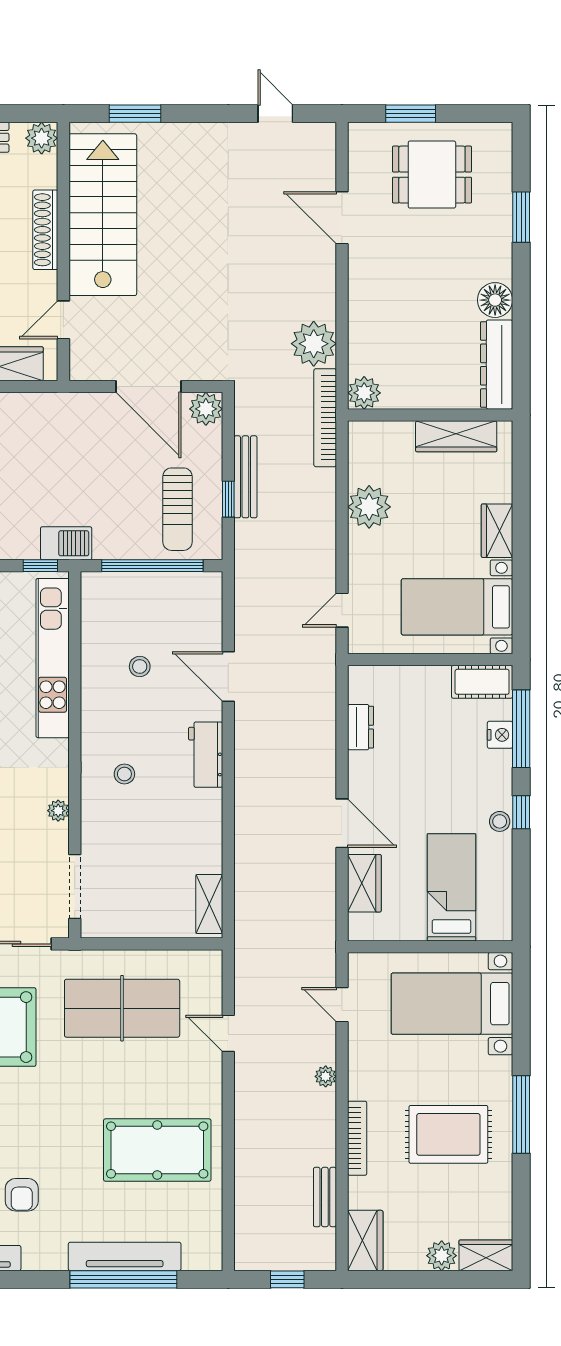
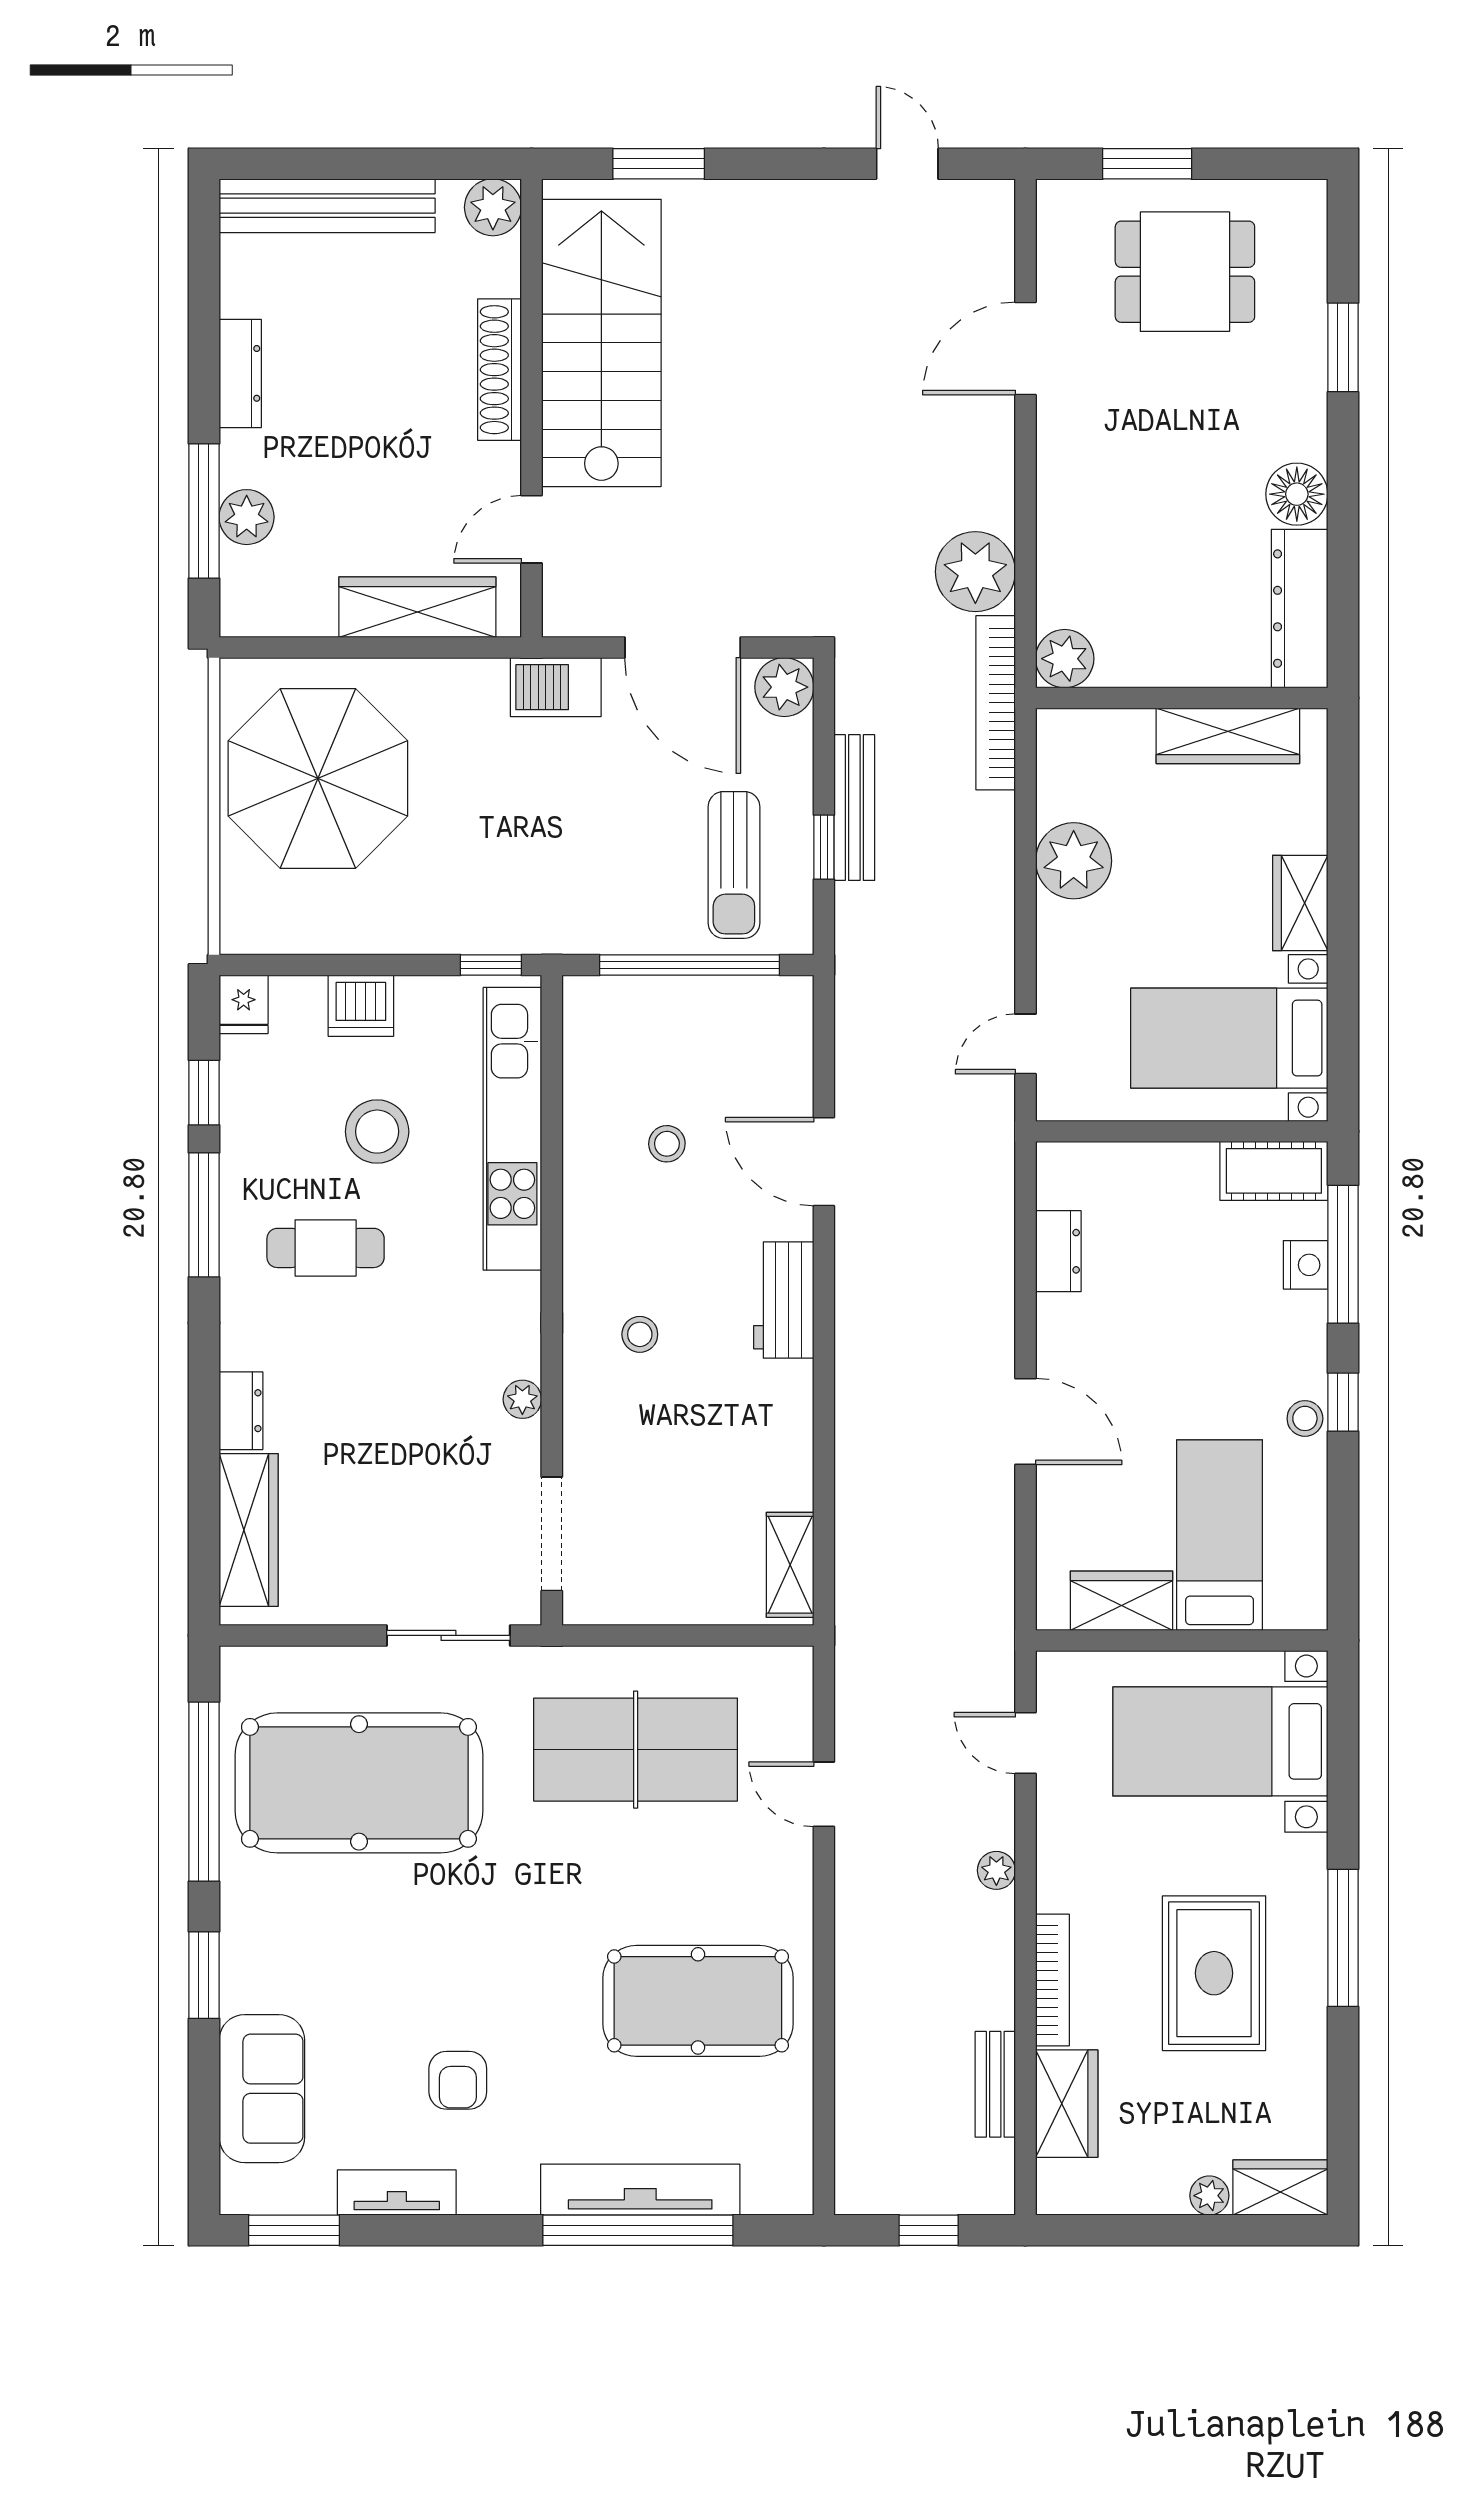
door: (342, 218) -> (1025, 348), hinge flipped
barbecue: (66, 543) -> (556, 687), moved, turned 180
wardrobe: (364, 883) -> (1122, 1601), moved, turned -90
rug: (448, 1134) -> (1214, 1973), turned 90
wardrobe: (365, 1241) -> (1067, 2104), moved
plant: (442, 1256) -> (1209, 2196), width x0.73, depth x0.73

